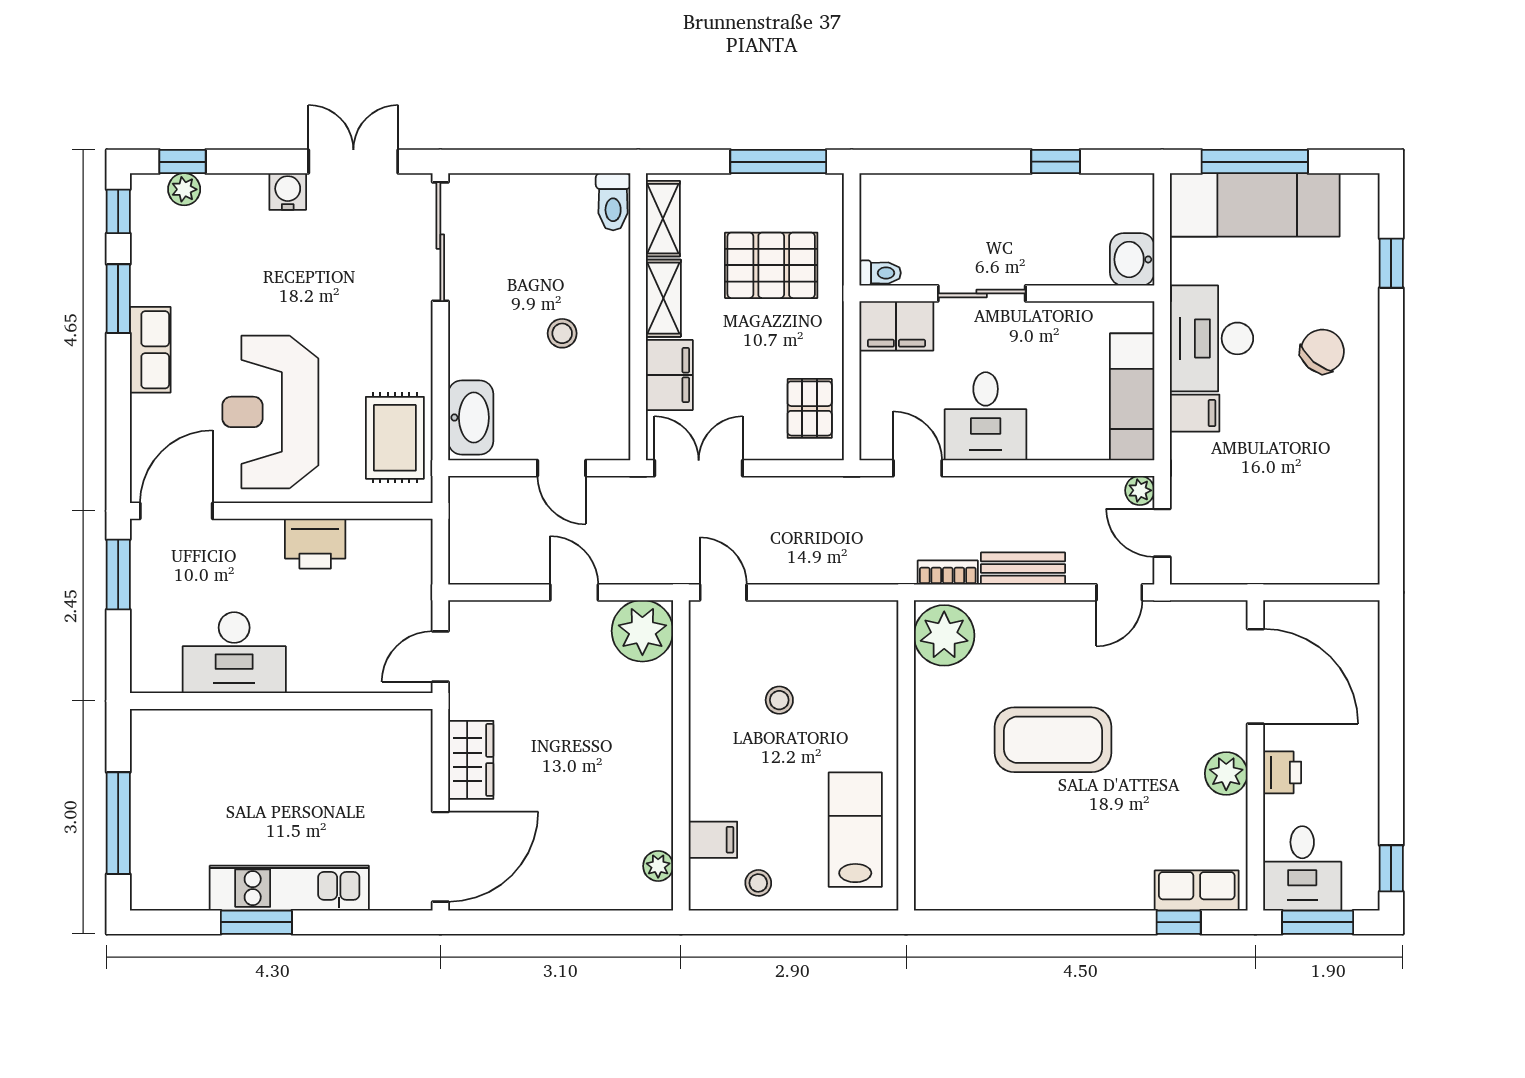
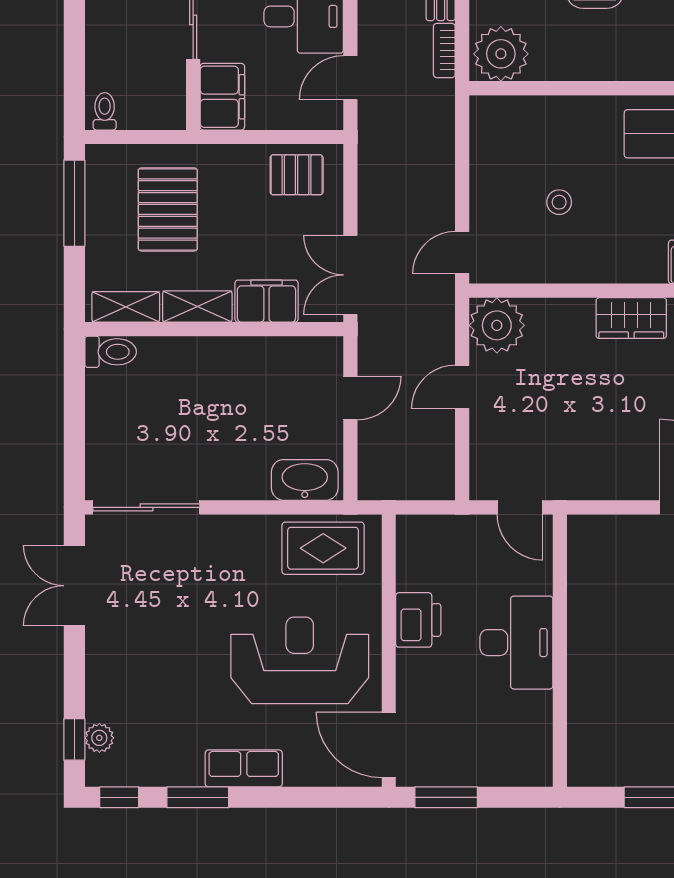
water cooler: (288, 192) -> (101, 645), removed
toilet: (880, 273) -> (105, 111), moved
stool: (562, 333) -> (229, 398), removed
reception desk: (270, 412) -> (300, 660), turned 180
desk: (234, 653) -> (516, 643), moved
wardrobe: (471, 760) -> (631, 318), moved, turned 180

